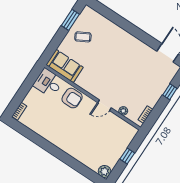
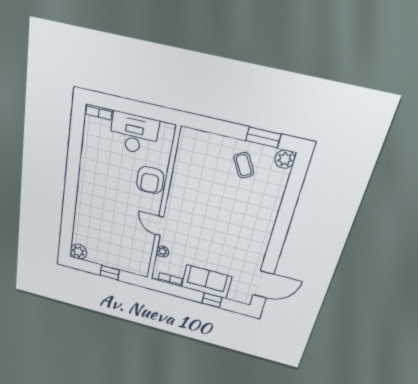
plant: (88, 12) -> (285, 159), added
sofa: (65, 66) -> (207, 282), moved, turned -90
desk: (48, 83) -> (134, 134), moved, width x1.37

